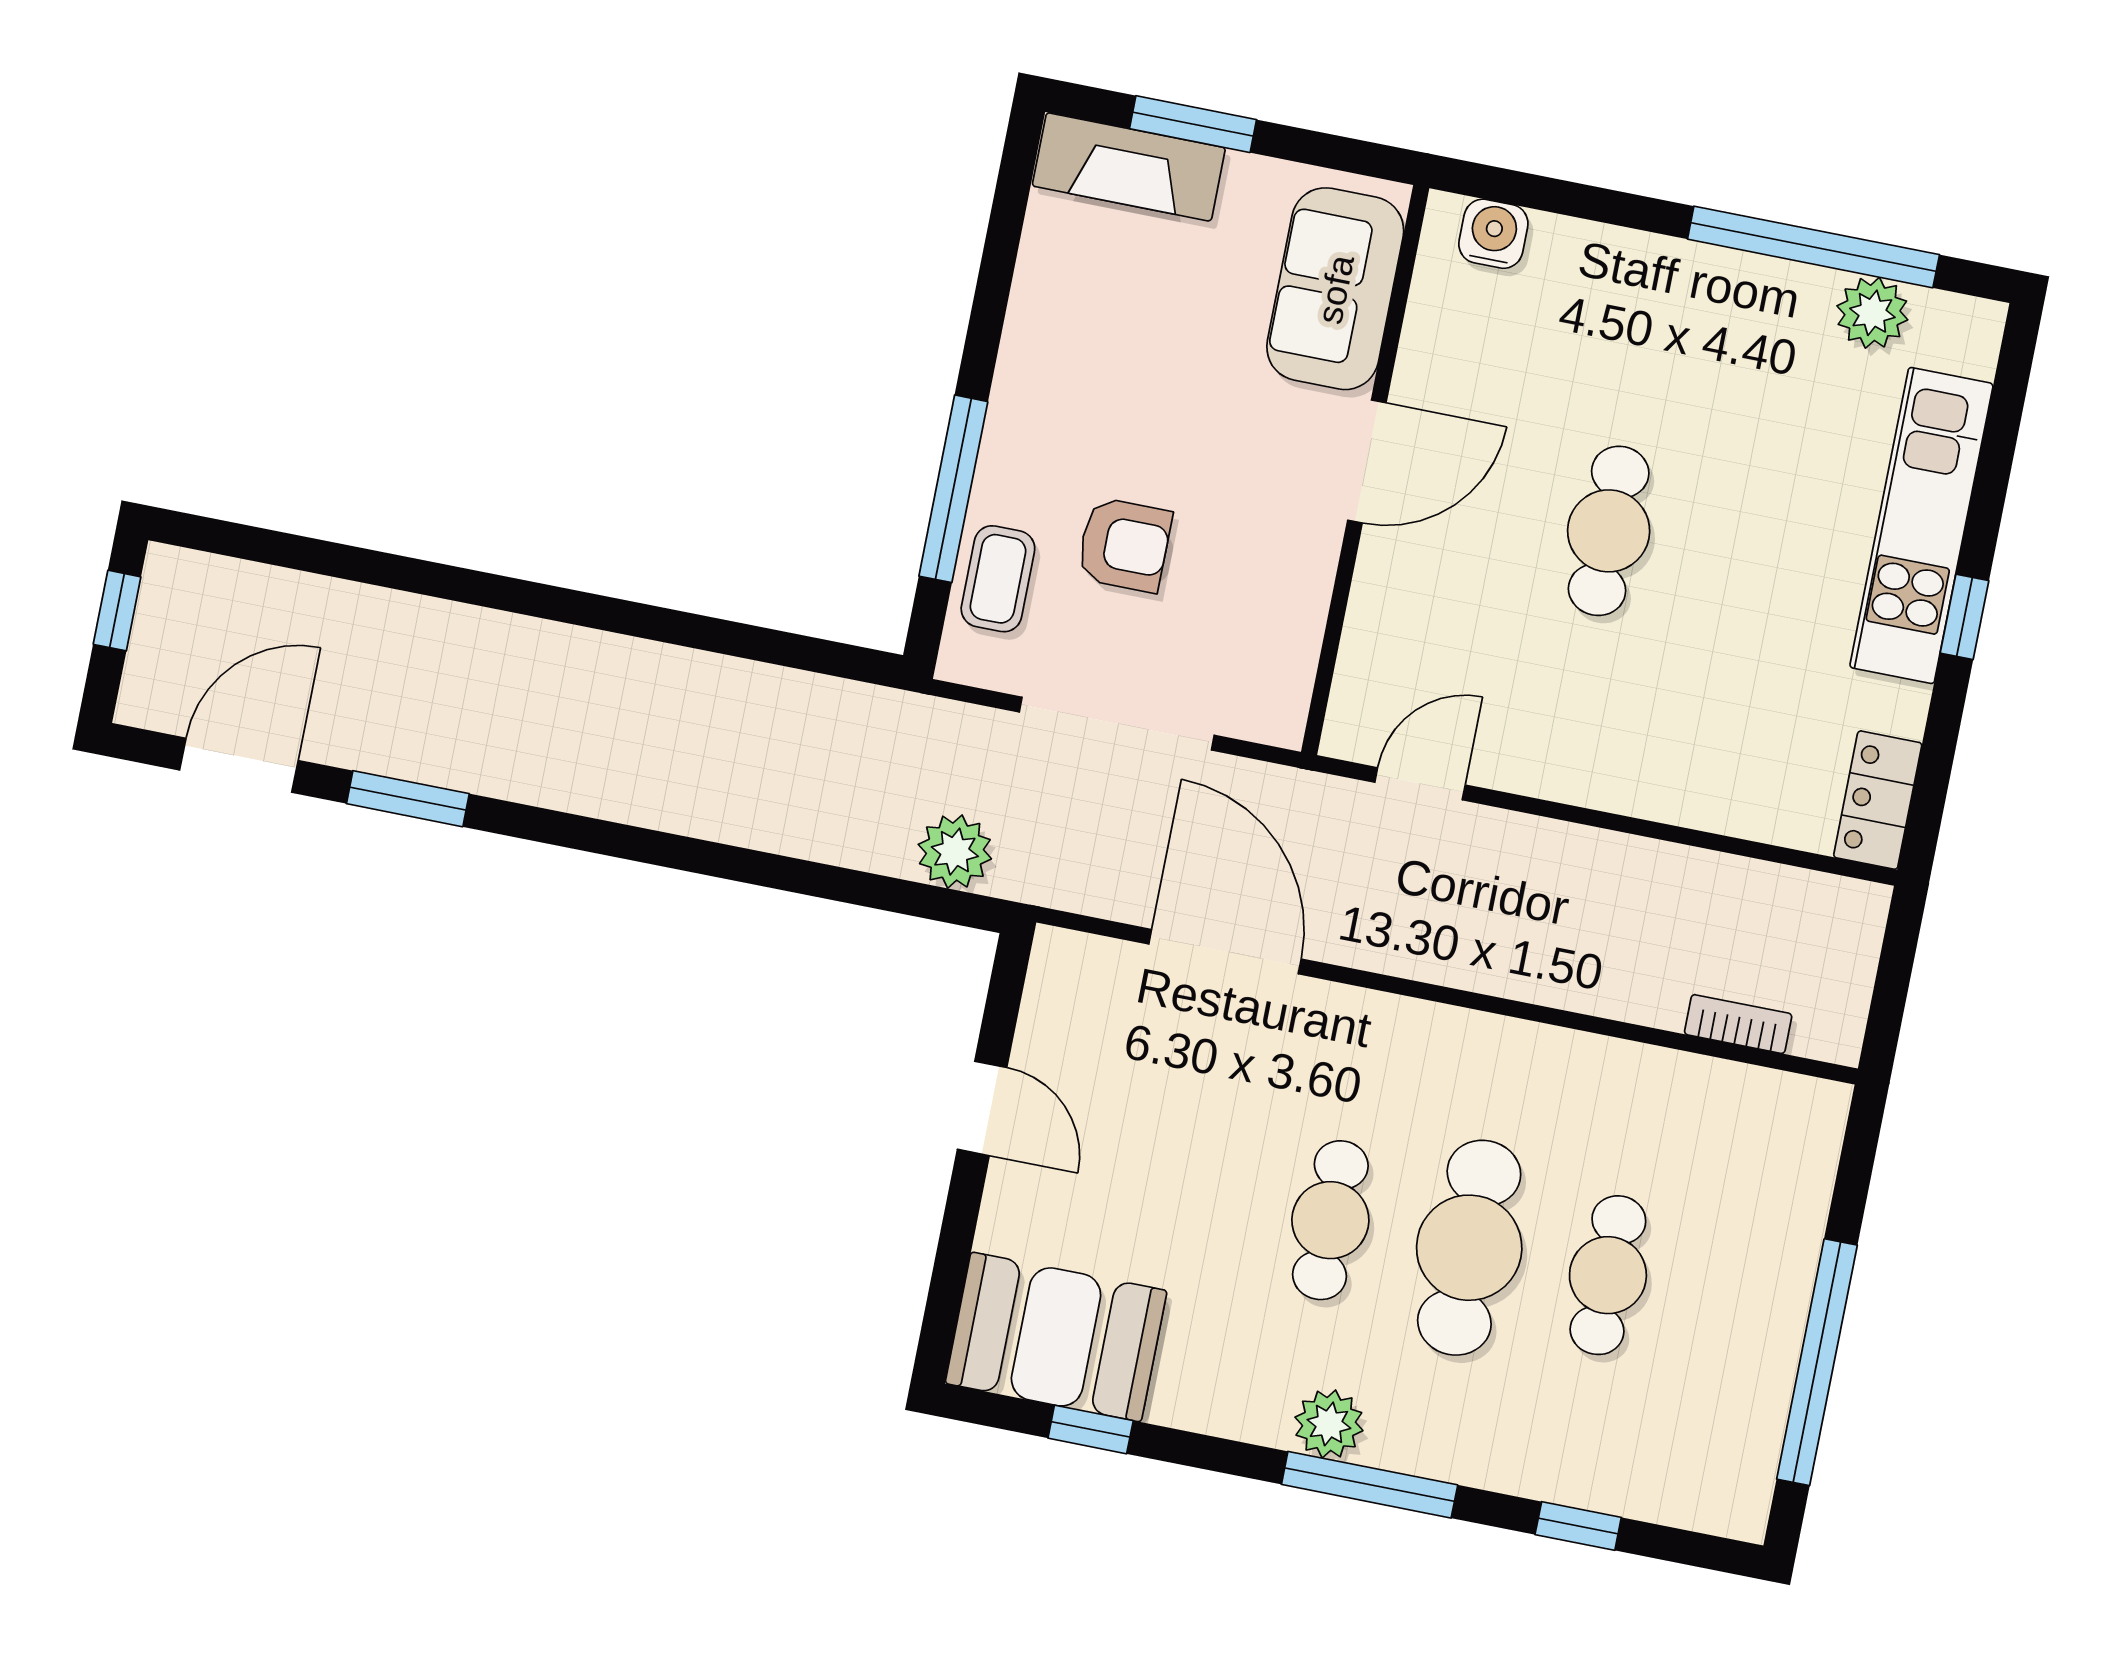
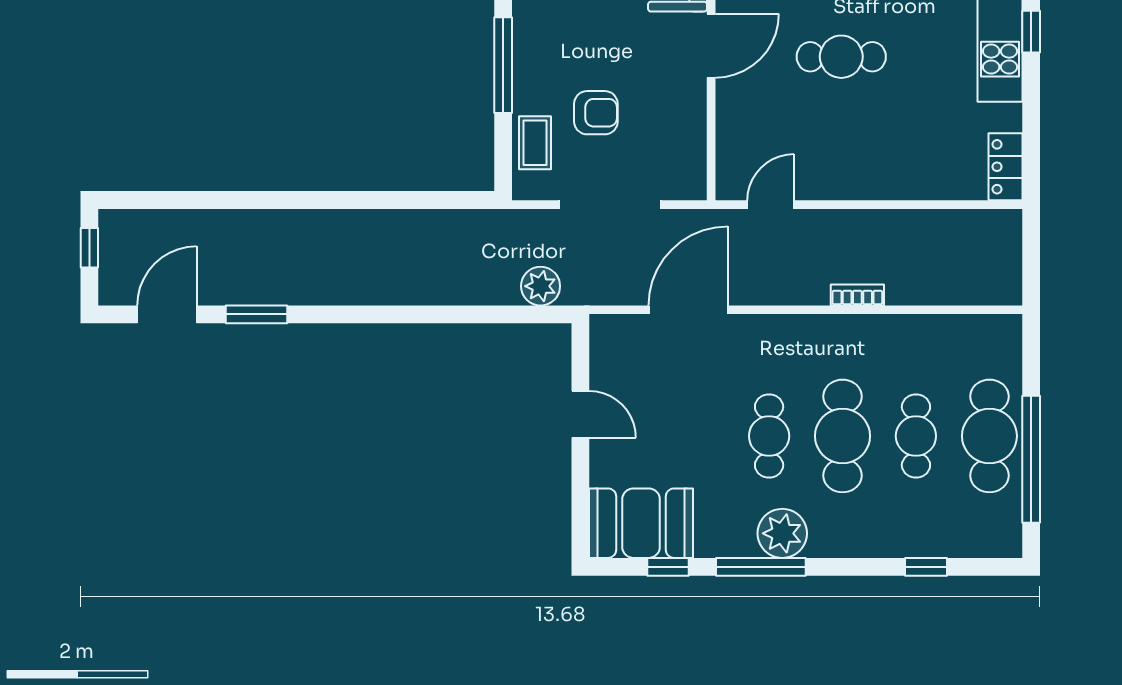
window: (953, 489) -> (503, 65), moved
cafe table: (1609, 531) -> (841, 57), turned 90
window: (1965, 617) -> (1031, 32), moved
door: (1225, 952) -> (688, 310), hinge flipped
bookcase: (1738, 1024) -> (857, 295), moved
cafe table: (1747, 1303) -> (989, 436), added
plant: (1329, 1424) -> (782, 533), width x1.36, depth x1.36
window: (1370, 1485) -> (761, 567), moved

